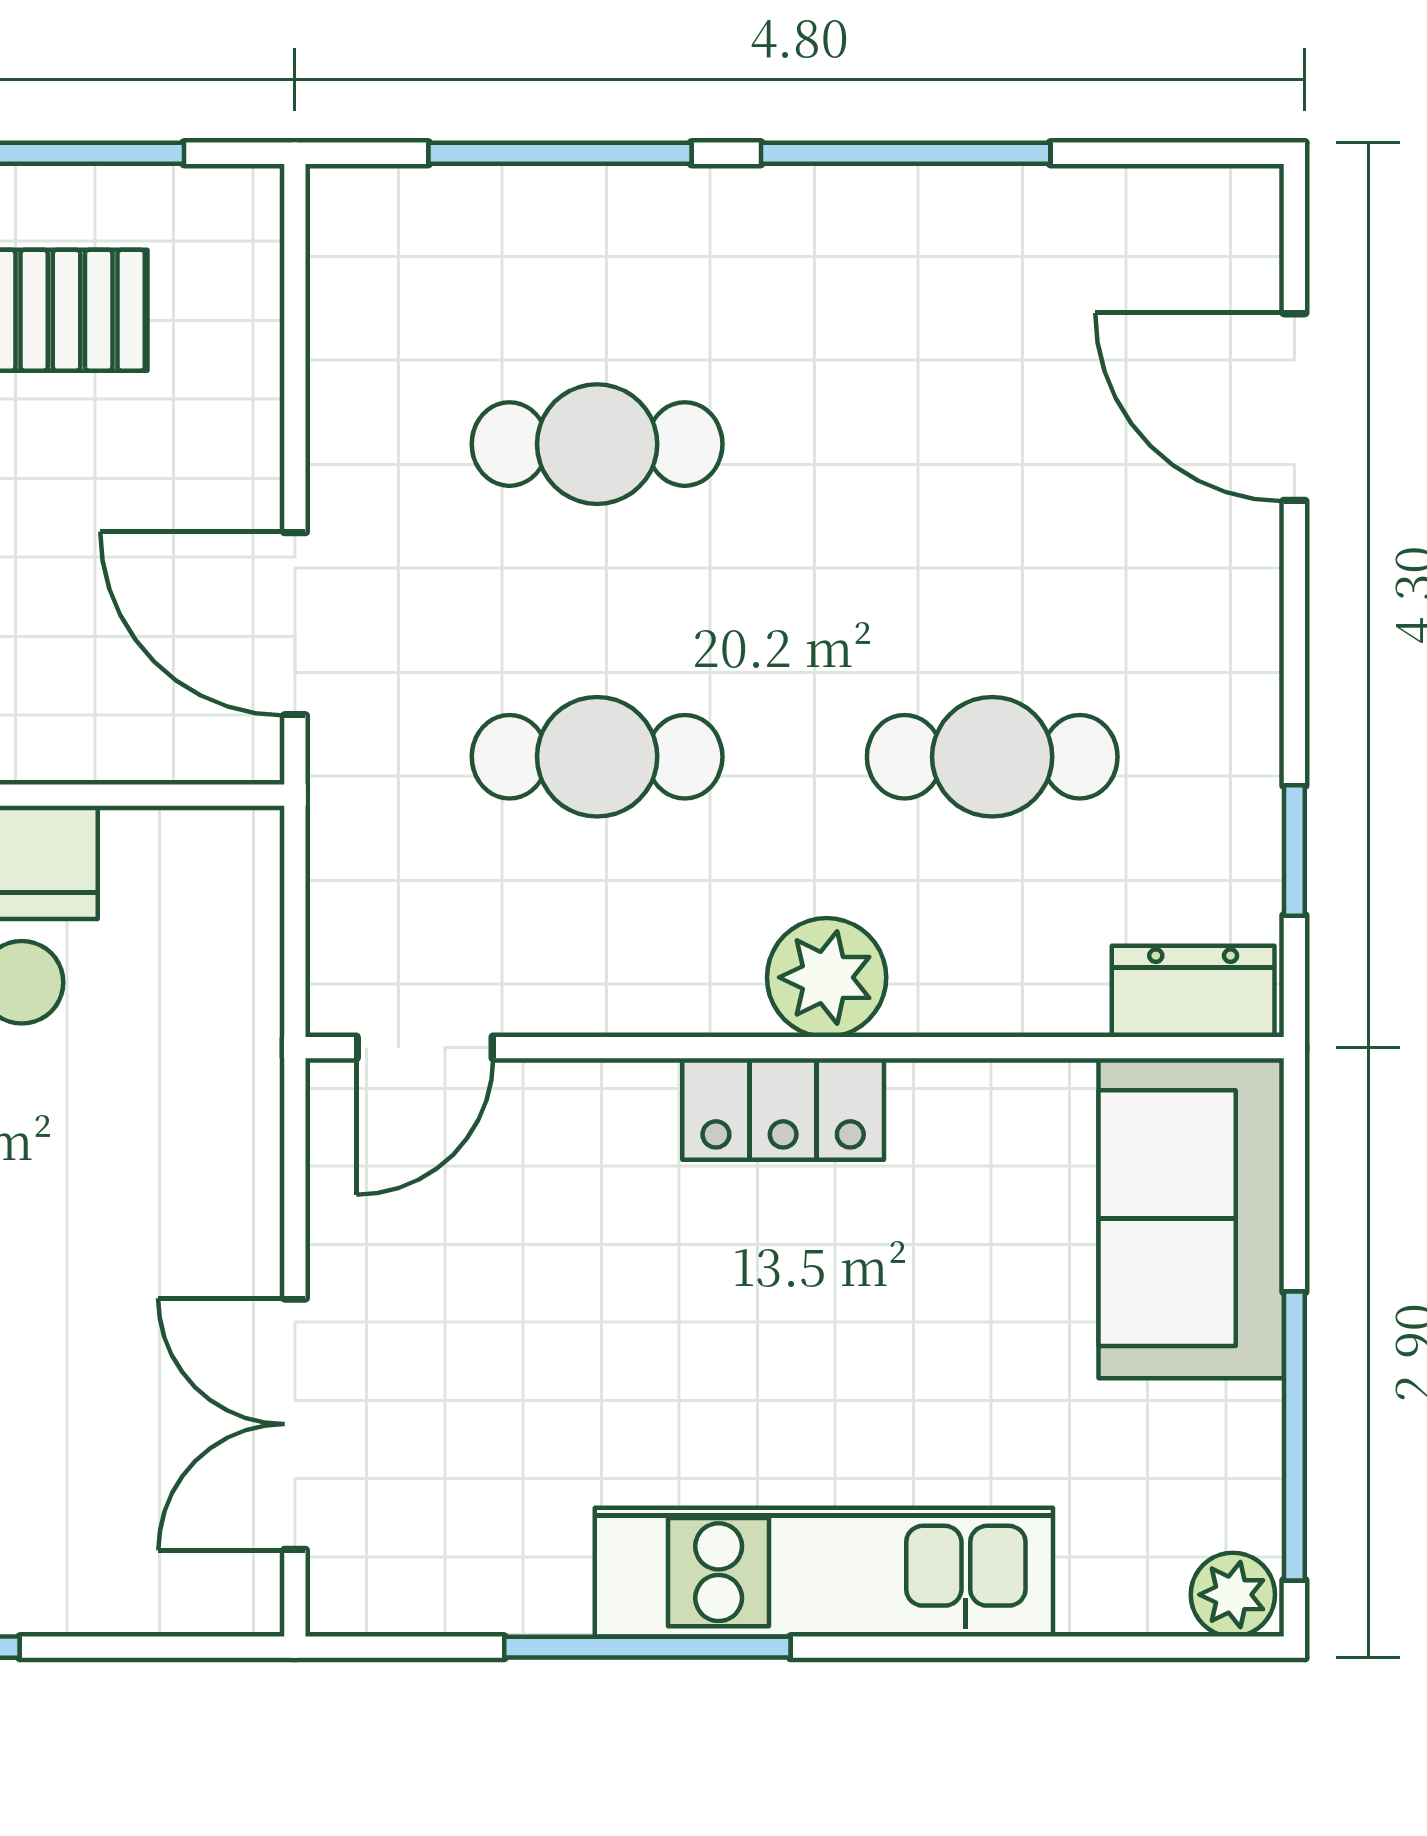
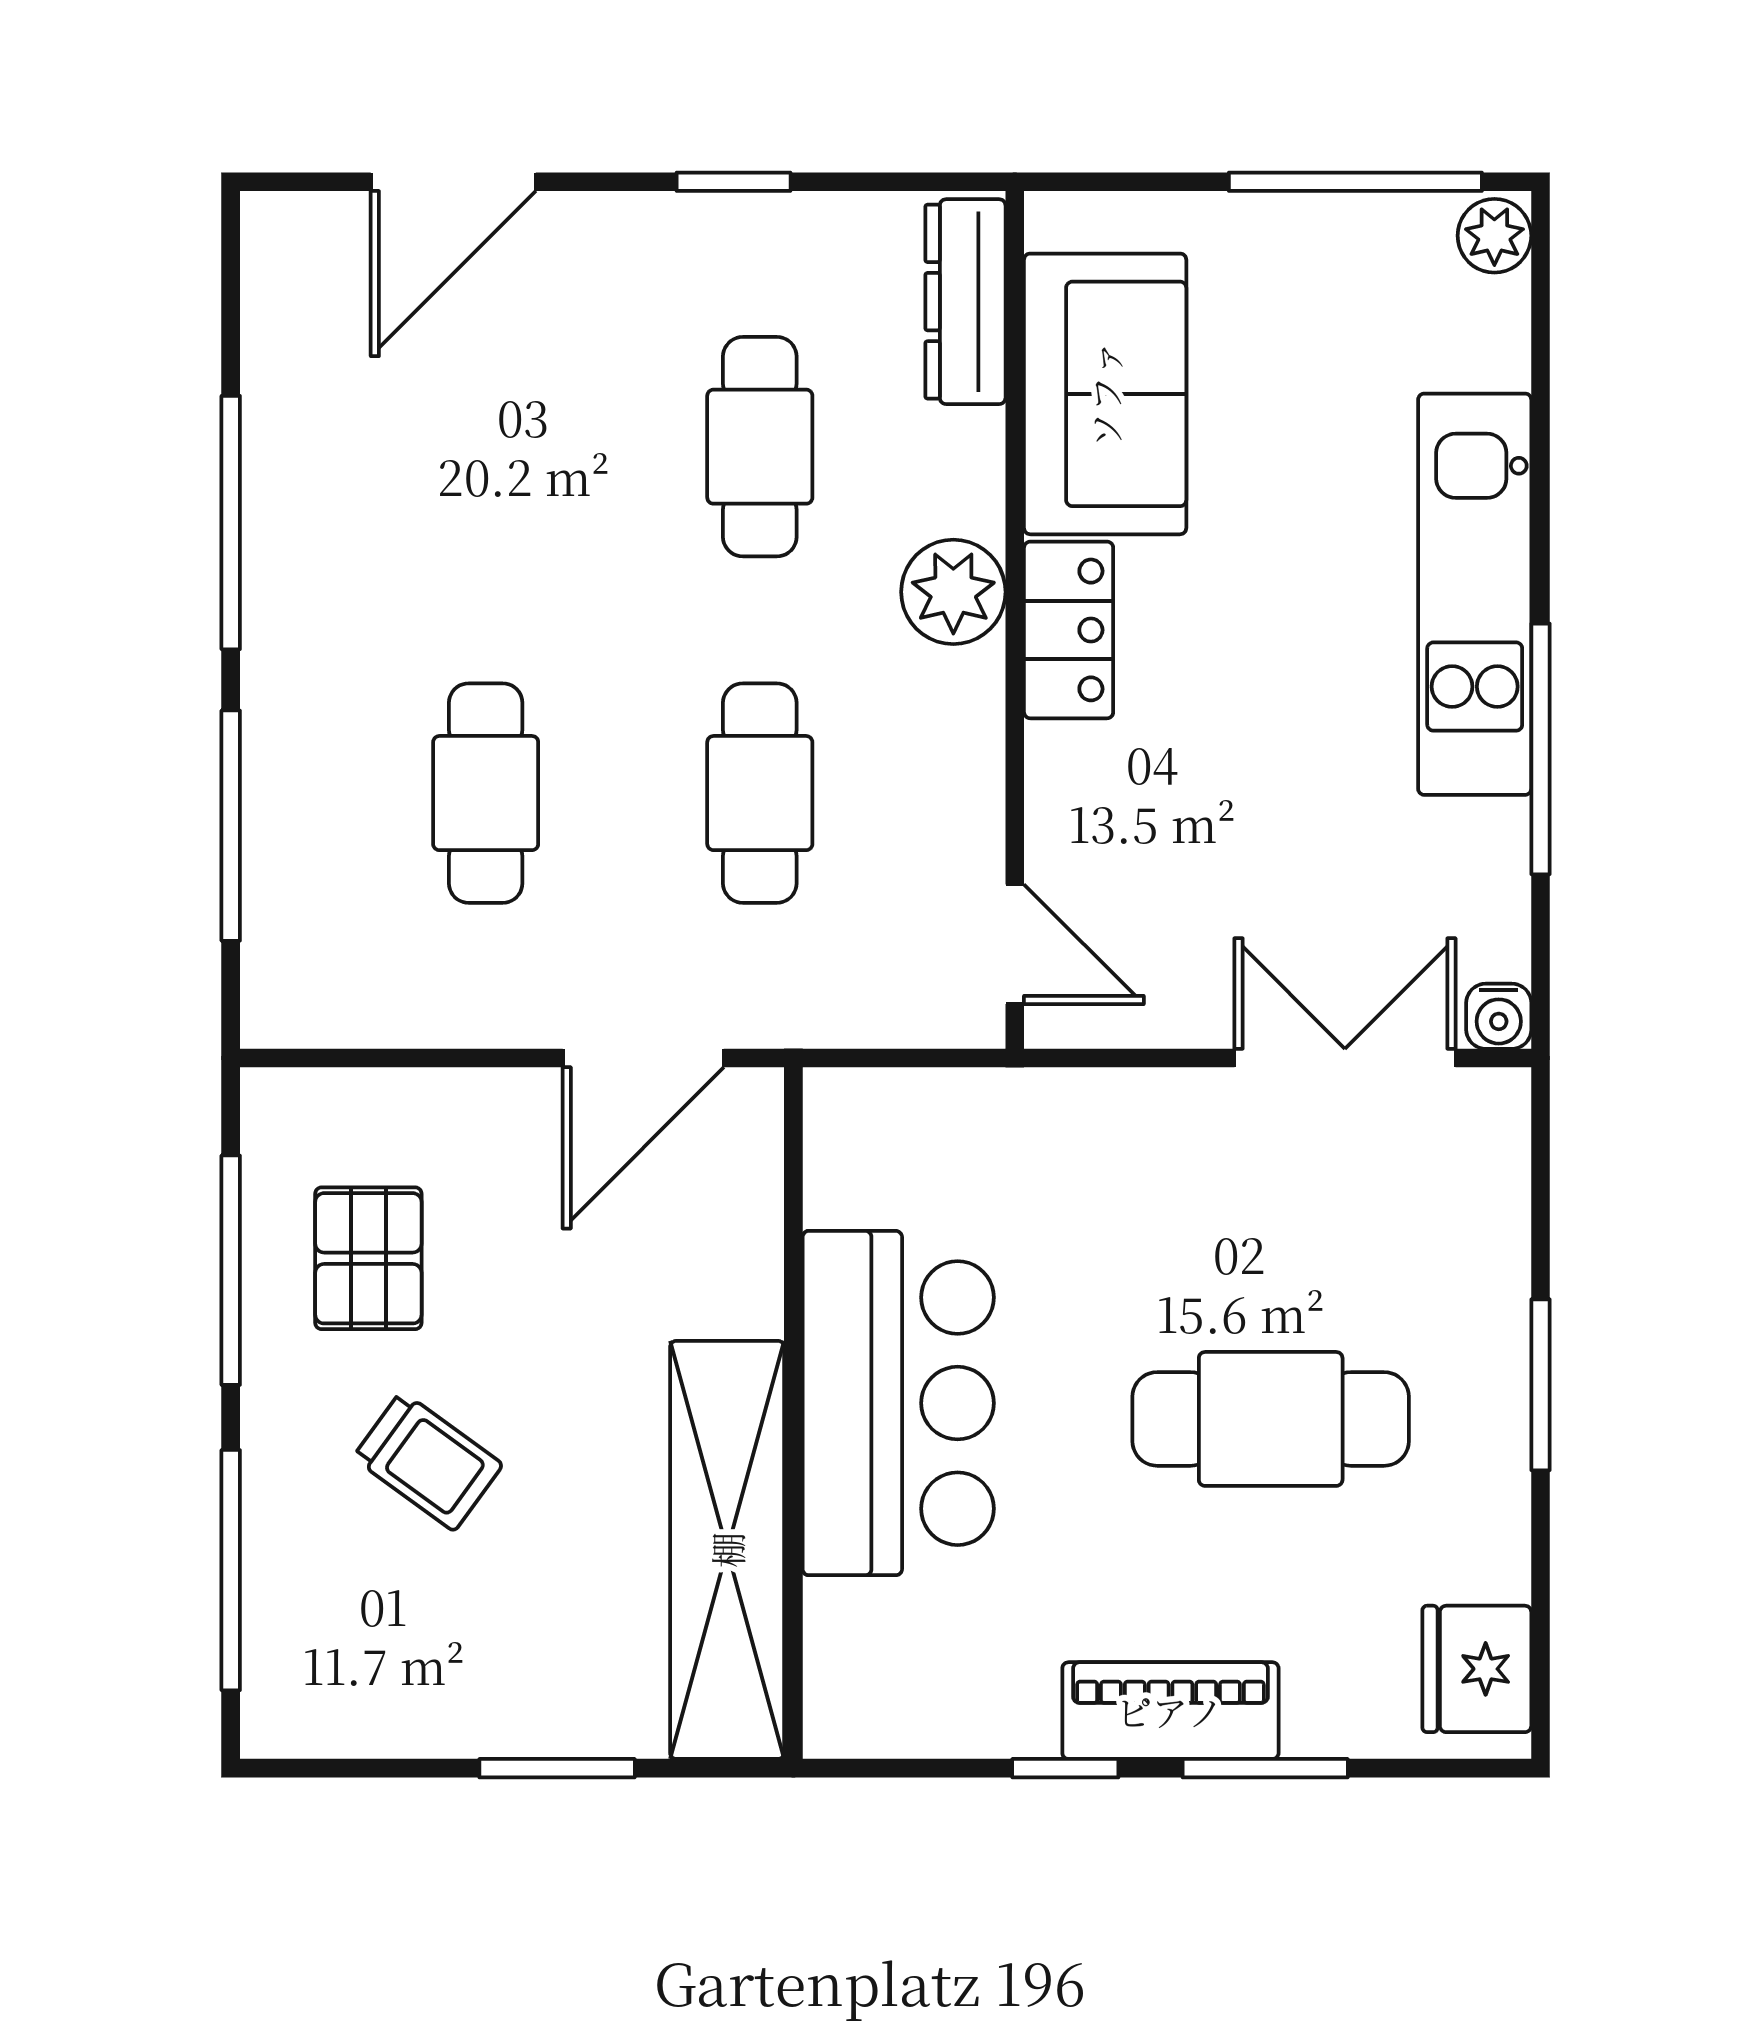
window: (1294, 851) -> (734, 182), moved
dresser: (1193, 991) -> (965, 302), width x1.44
sofa: (1191, 1218) -> (1105, 394), moved, turned -90
double door: (295, 1424) -> (1345, 1058), swing flipped
water cooler: (343, 1600) -> (1499, 1016), added

